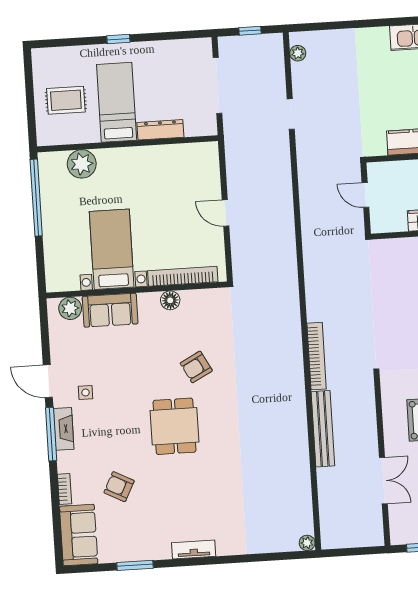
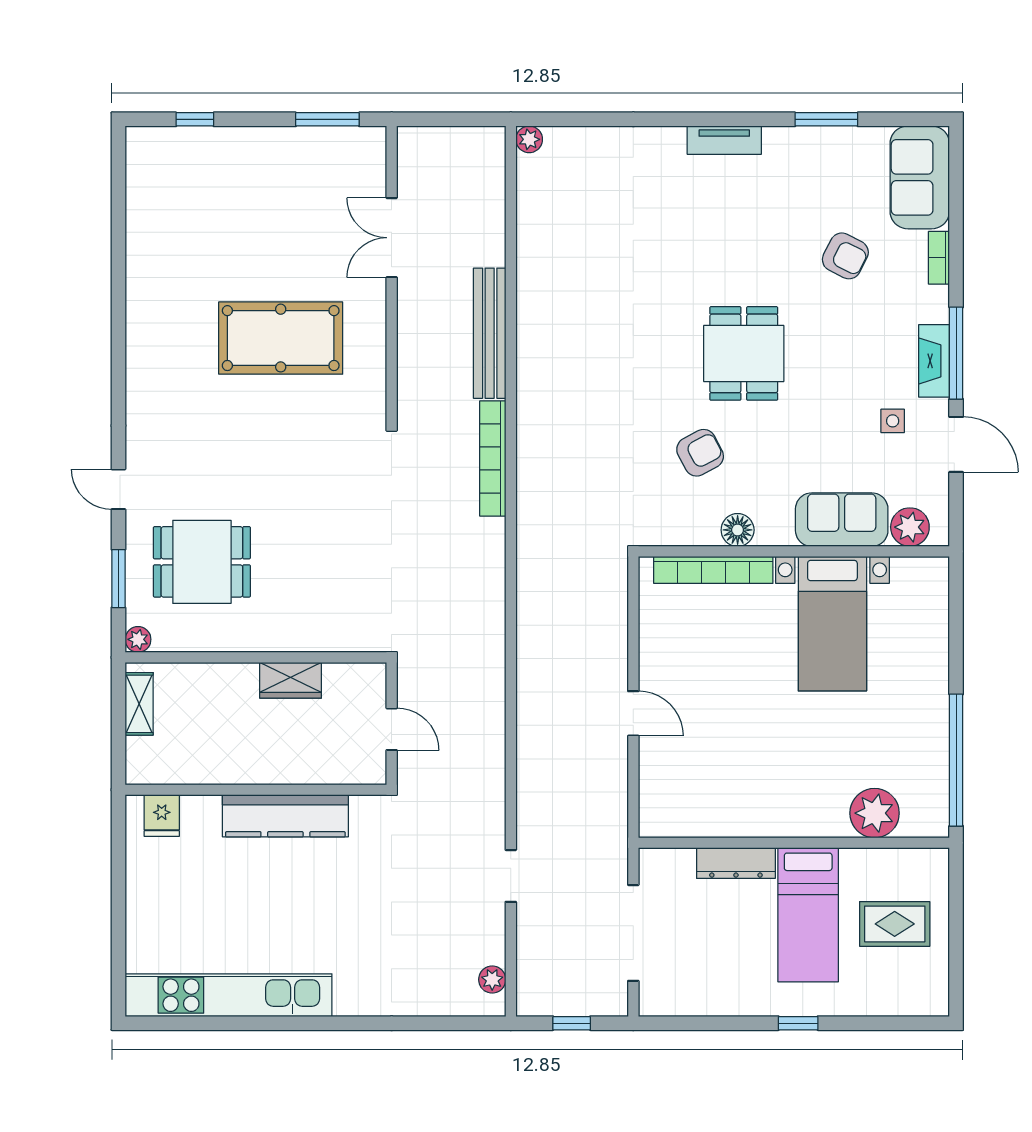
bed with nightstands: (112, 249) -> (832, 624), moved
bookcase: (183, 276) -> (713, 570), moved
wall: (137, 290) -> (794, 551), moved
floor lamp: (170, 300) -> (738, 530), moved
plant: (70, 308) -> (910, 527), moved
sofa: (110, 310) -> (842, 520), moved

